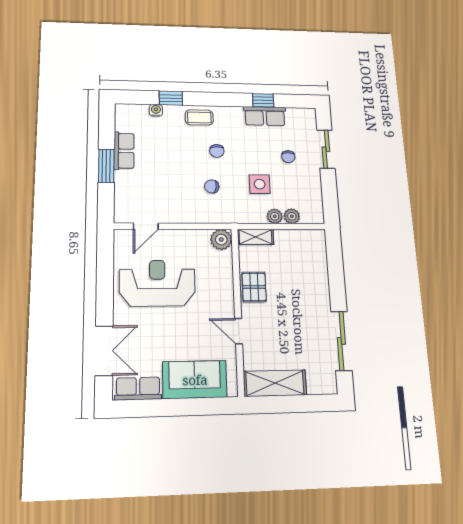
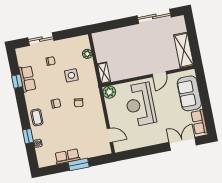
plant: (275, 216) -> (89, 64), removed
reception desk: (157, 283) -> (140, 105), moved
pallet: (254, 287) -> (133, 69), removed

